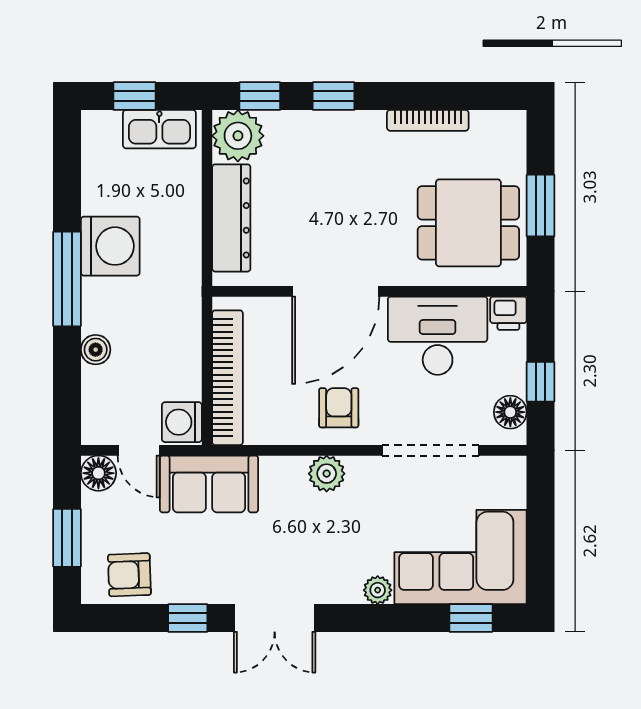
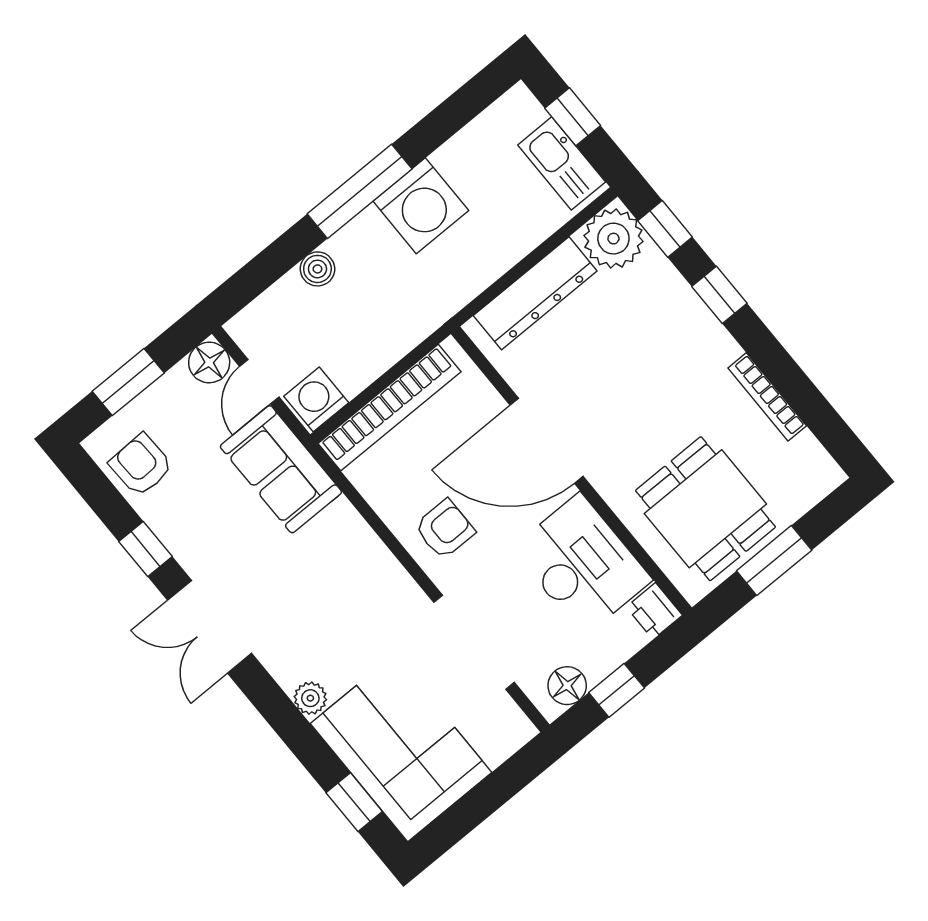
plant: (327, 474) -> (377, 567), removed

